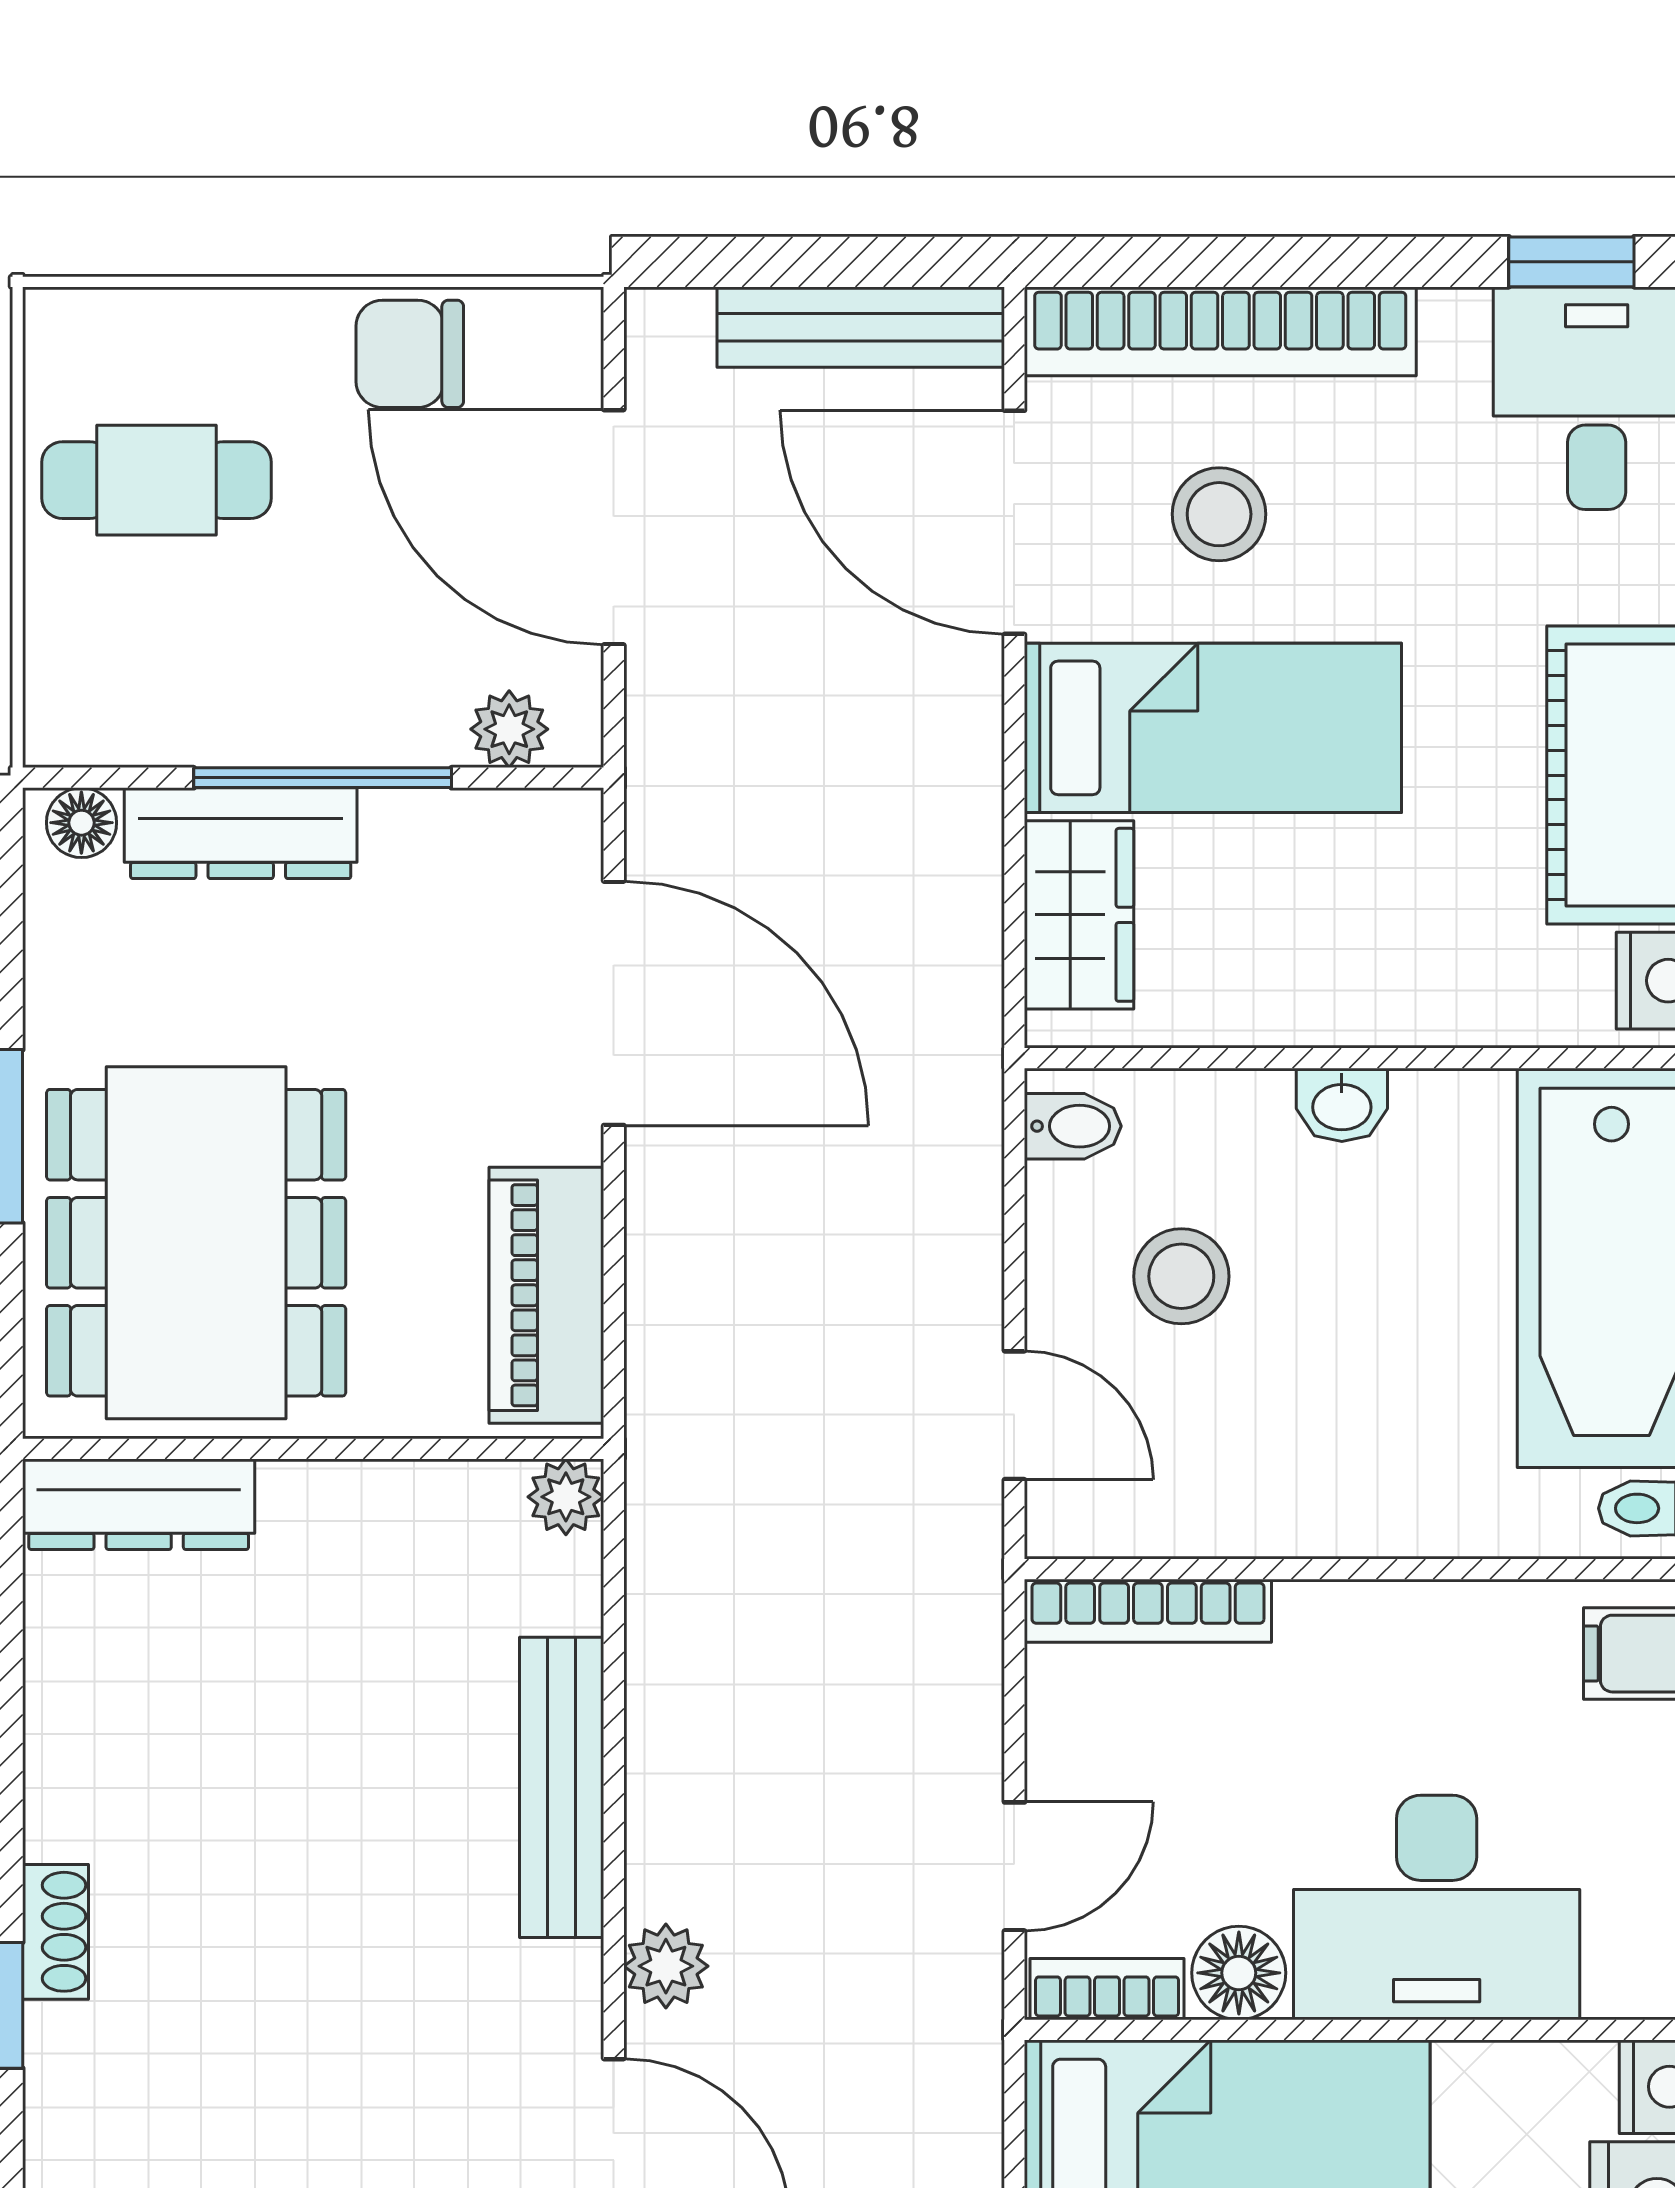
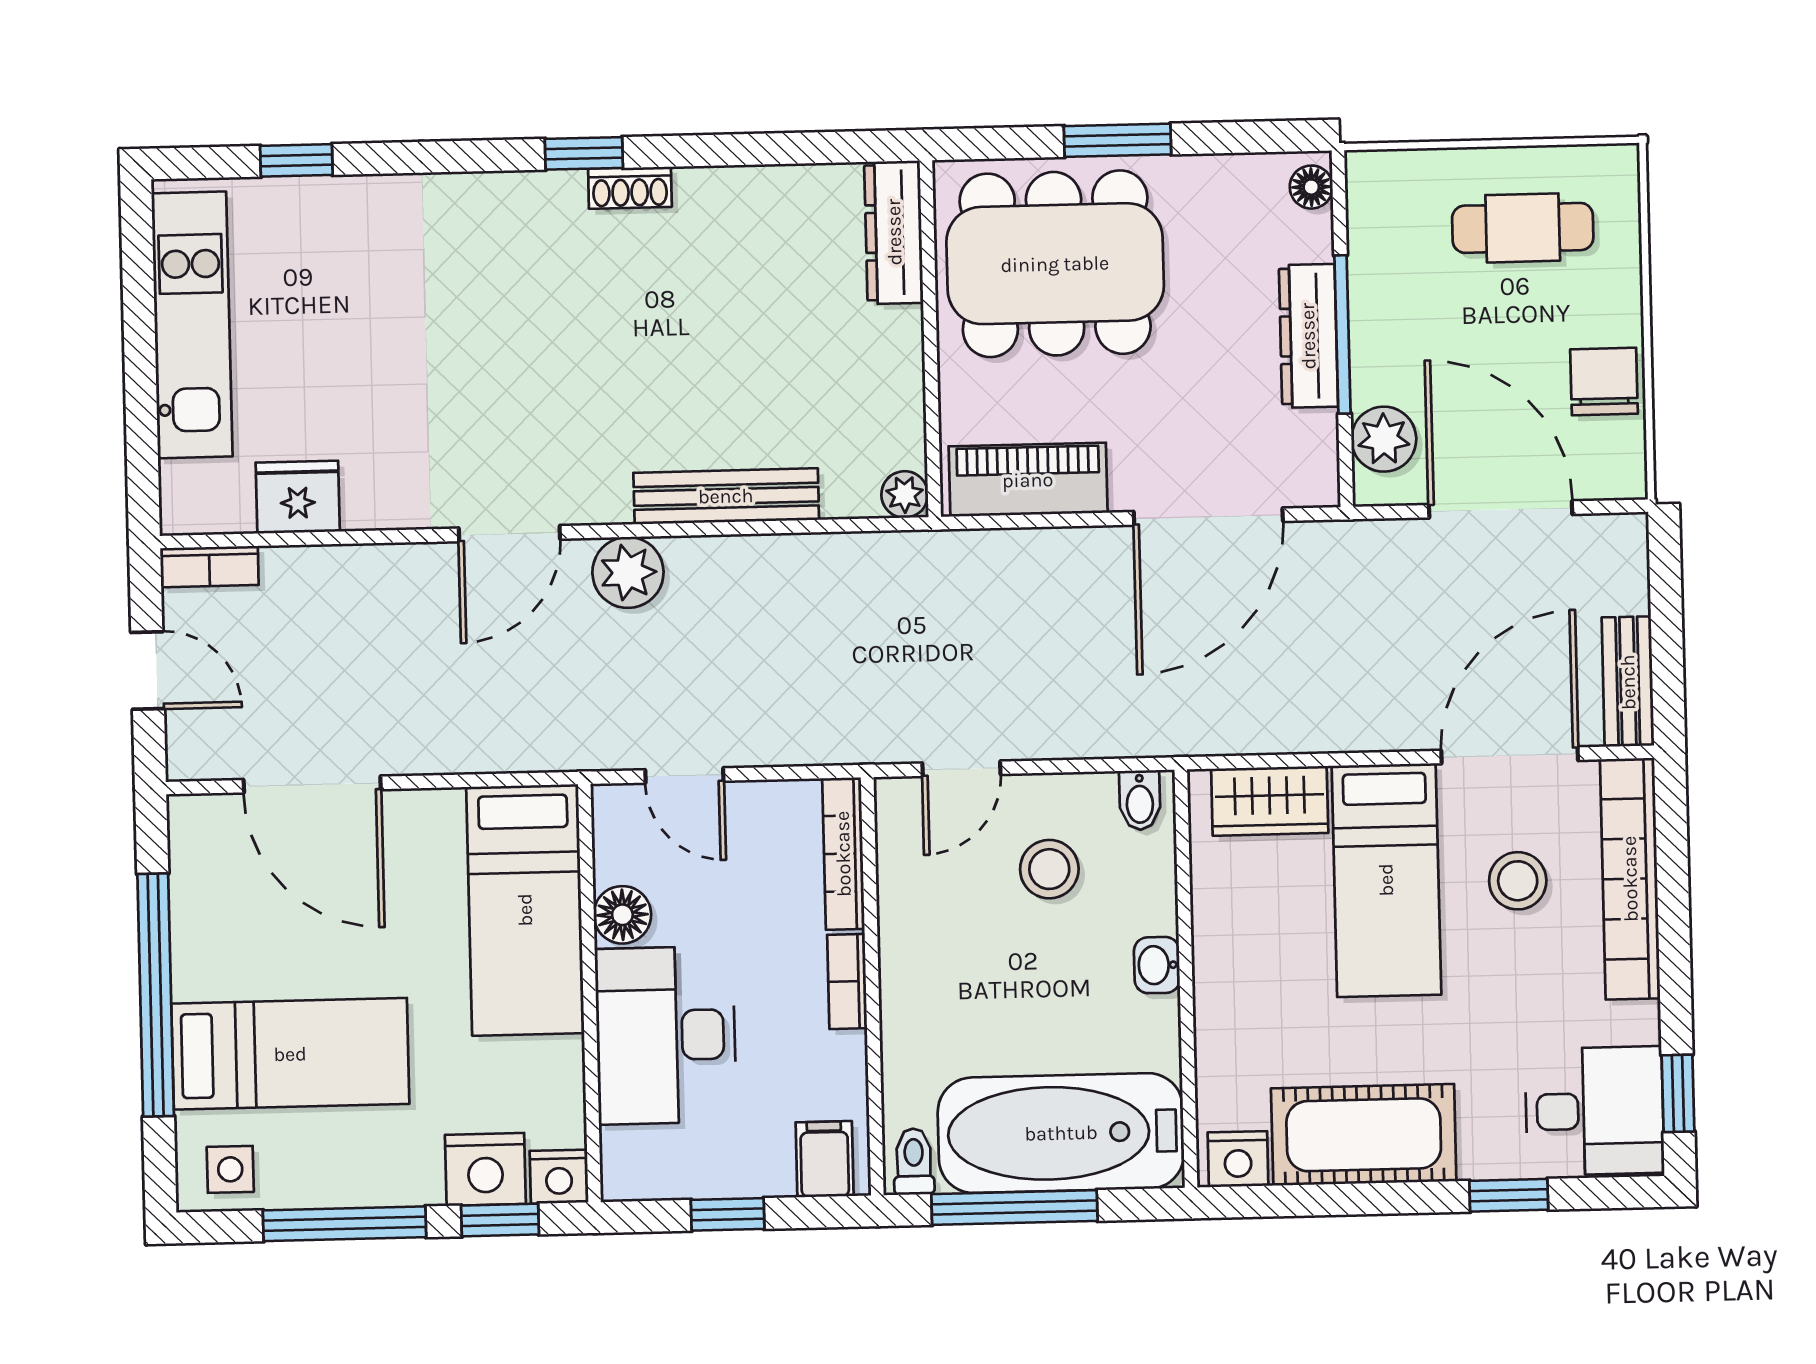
bench: (861, 327) -> (1628, 682), width x0.73
cafe table: (156, 480) -> (1523, 228), turned 90
door: (614, 527) -> (1501, 509), hinge flipped
plant: (509, 729) -> (1384, 439), width x1.38, depth x1.38
dresser: (241, 833) -> (1308, 336), moved
plant: (666, 1966) -> (628, 572), width x1.38, depth x1.38
bookcase: (1107, 1989) -> (847, 982), moved, turned 180

